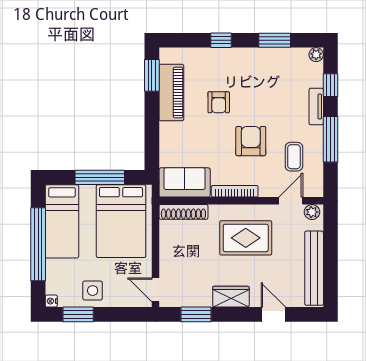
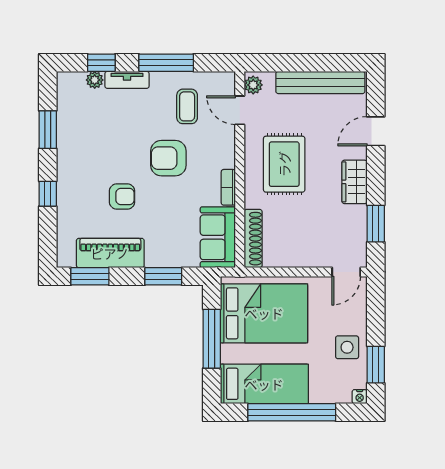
plant: (316, 55) -> (95, 80), moved
window: (152, 137) -> (163, 276), added
coffee table: (294, 157) -> (187, 106), turned 90
bookcase: (235, 191) -> (228, 187), width x0.64

